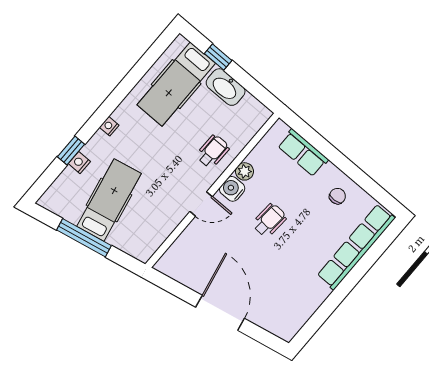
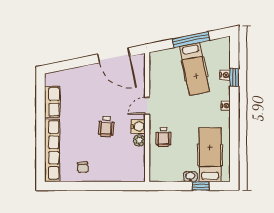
washbasin: (226, 87) -> (190, 177), width x0.52, depth x0.69
row of seats: (303, 153) -> (52, 102), moved, turned 90
door: (220, 313) -> (114, 55), moved

